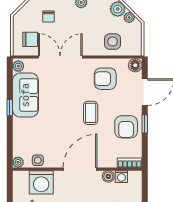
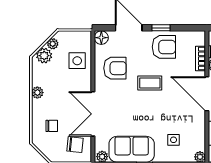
chair: (30, 39) -> (75, 145), turned 96
armchair: (105, 79) -> (115, 68), turned -90
side table: (38, 160) -> (174, 140), moved
bookcase: (130, 163) -> (201, 59), moved

